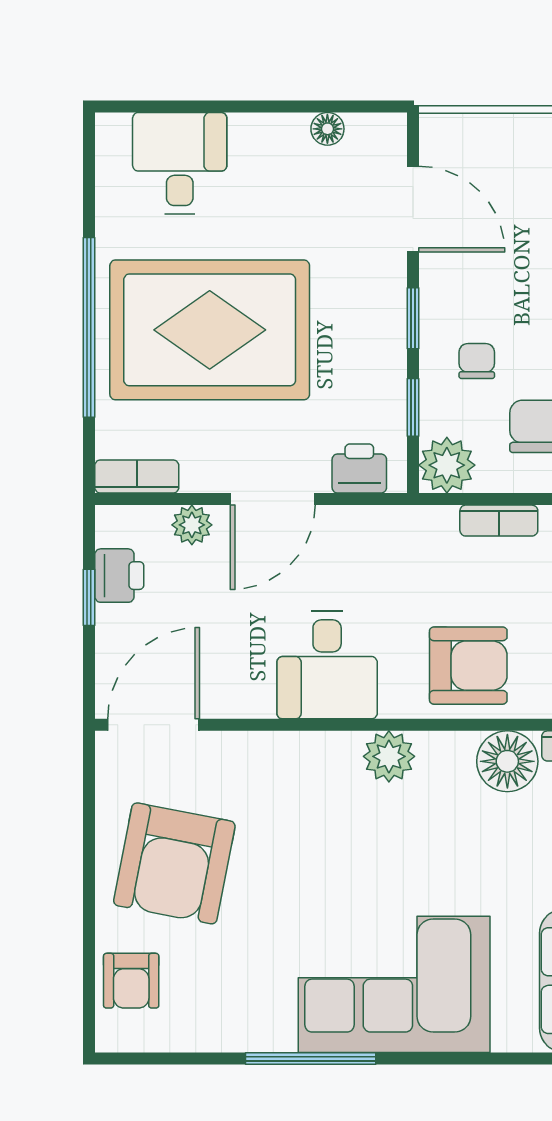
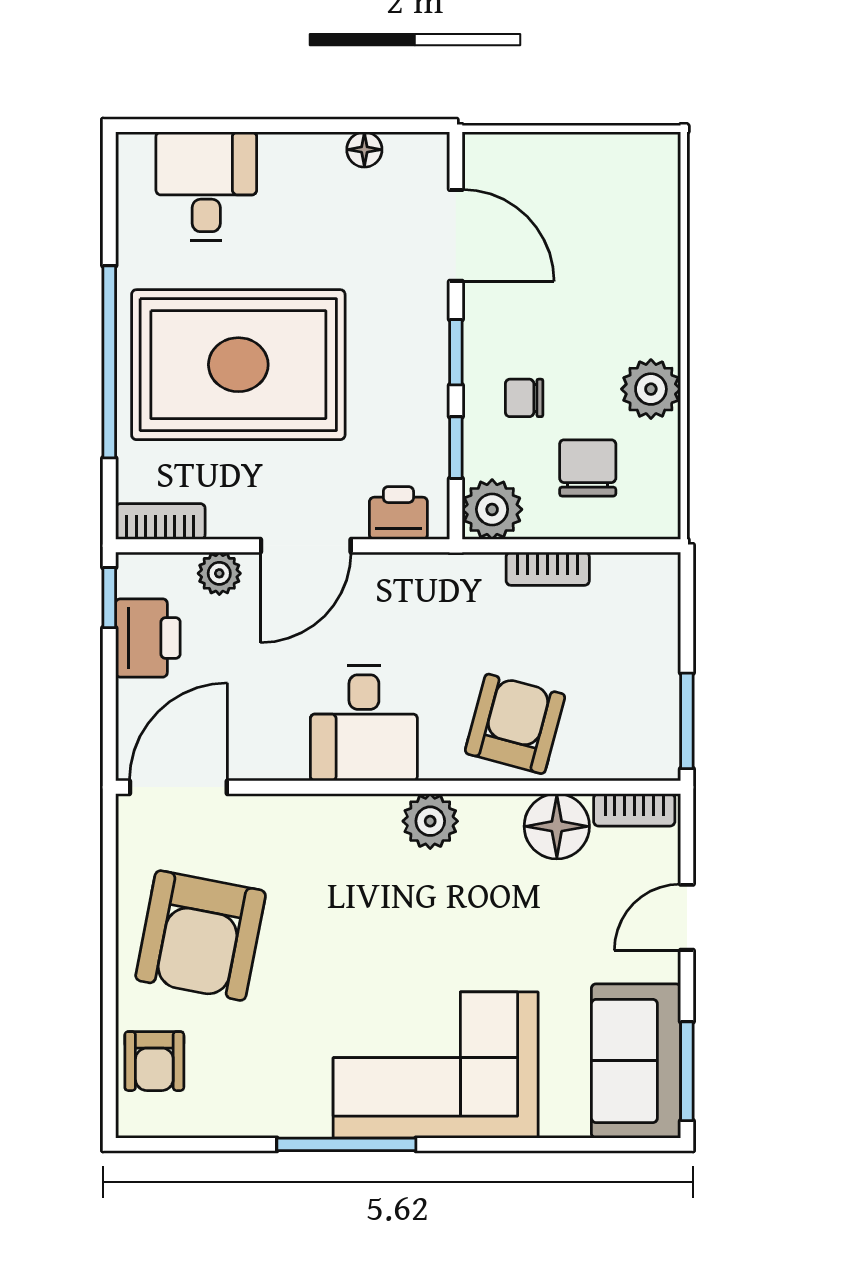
chair: (477, 361) -> (524, 398), turned -90
printer: (119, 576) -> (148, 638), width x1.36, depth x1.24
window: (89, 597) -> (109, 598), moved
armchair: (468, 666) -> (515, 724), turned -75

